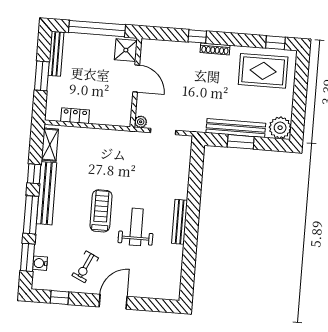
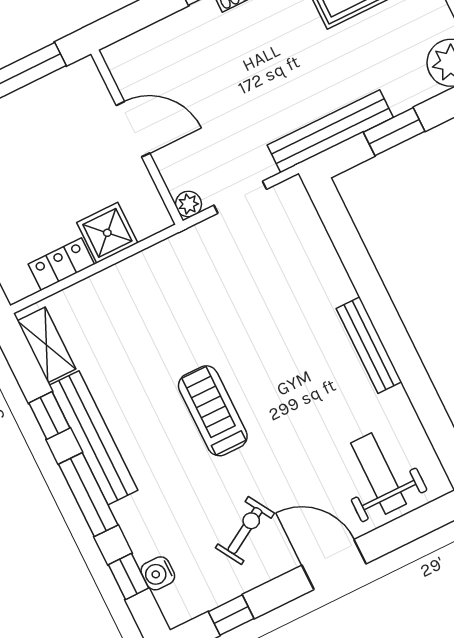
shower: (126, 50) -> (107, 233), moved
bench: (236, 128) -> (330, 131), moved
weight bench: (136, 227) -> (379, 474), moved
window: (28, 257) -> (129, 576), width x0.67
exercise bike: (85, 267) -> (245, 531), turned -146
door: (113, 302) -> (334, 564), hinge flipped

